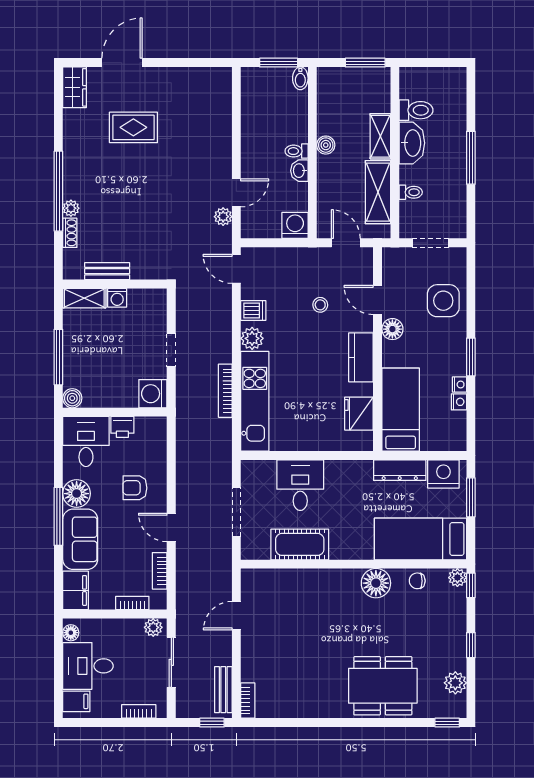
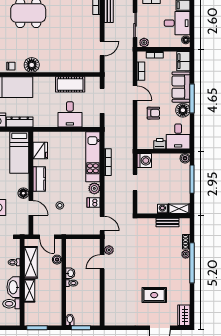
boiler: (326, 145) -> (57, 260), moved
washing machine: (295, 225) -> (73, 246), removed

